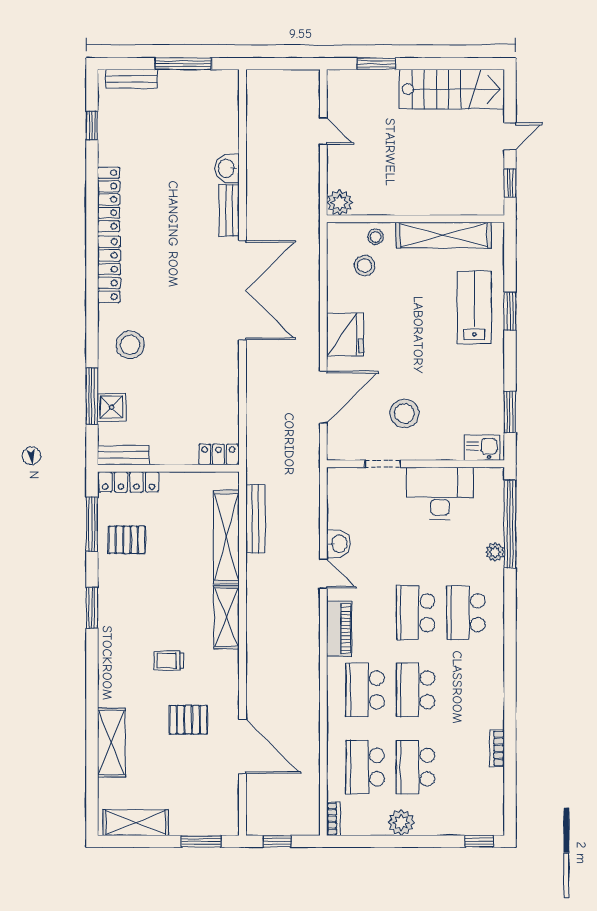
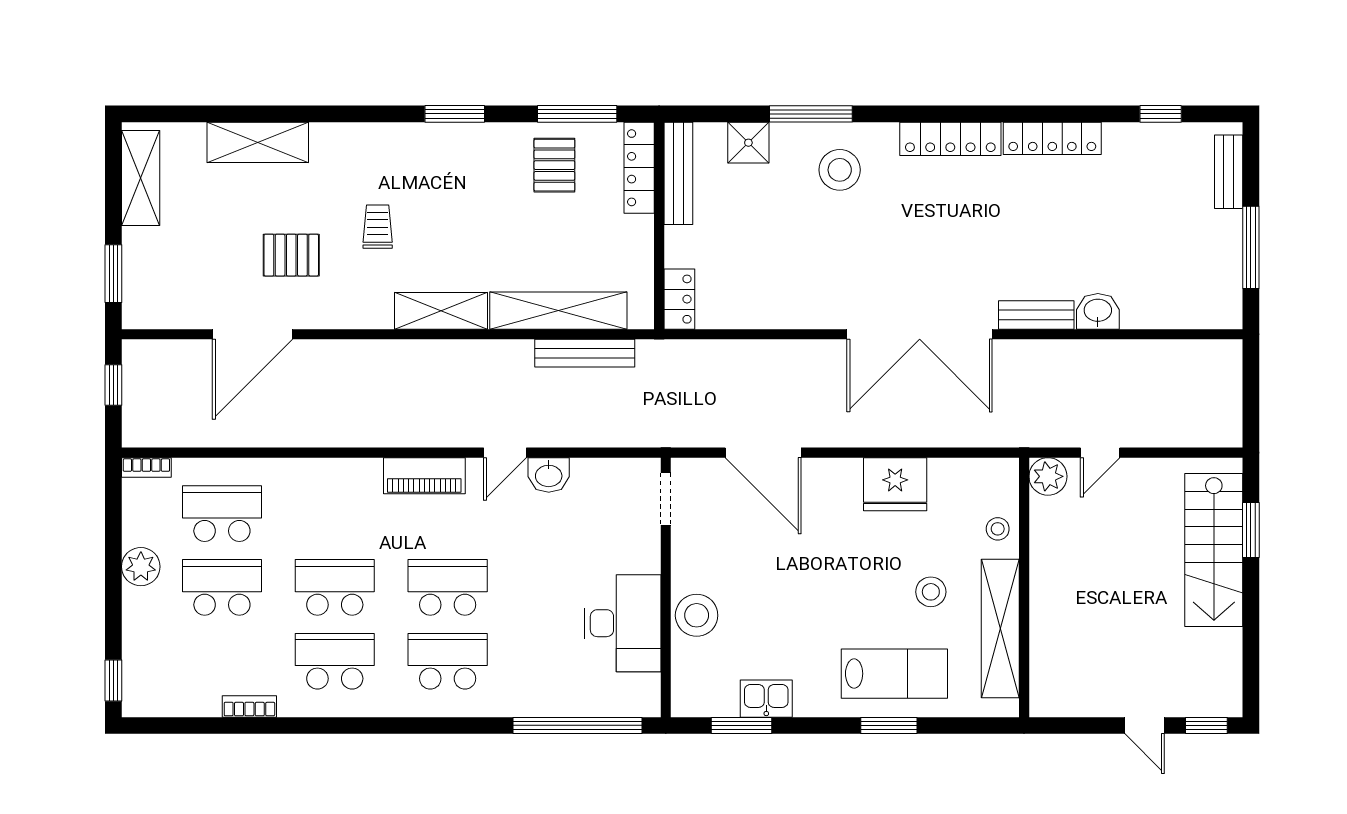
stairs: (452, 89) -> (1214, 550), moved
door: (323, 131) -> (1100, 453), moved
window: (510, 183) -> (1206, 725), moved
stool: (365, 266) -> (931, 592), moved
fridge: (345, 335) -> (895, 484), moved
window: (92, 396) -> (811, 114), moved
stool: (404, 413) -> (697, 615), moved
kitchen sink: (482, 448) -> (766, 699), moved, turned -90
bench: (123, 455) -> (678, 173), width x1.36
doorway: (383, 464) -> (666, 499), moved
plant: (495, 552) -> (536, 704), removed
school desk: (365, 690) -> (335, 661), moved
pallet: (188, 720) -> (291, 255), turned 90

